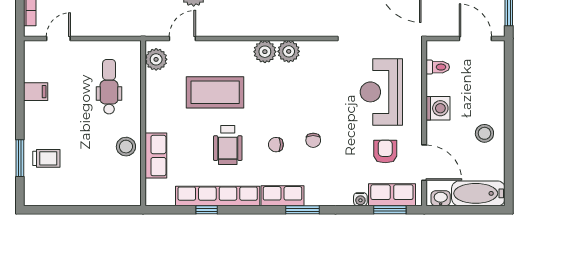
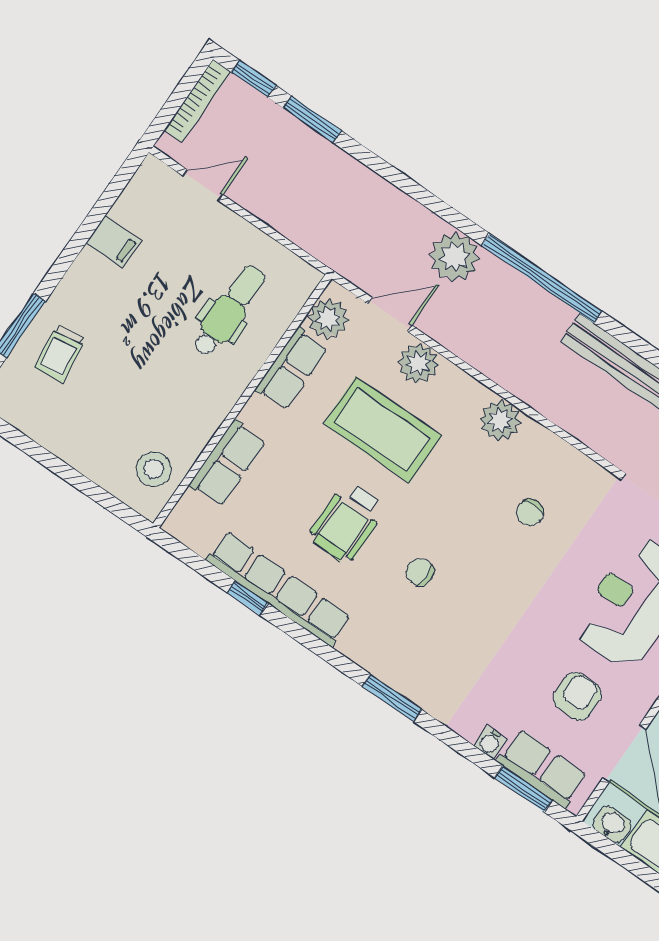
plant: (289, 51) -> (418, 363), moved
chair: (313, 140) -> (530, 512), moved
stool: (126, 147) -> (154, 469), moved
trolley: (46, 158) -> (60, 353), turned 83
row of seats: (283, 196) -> (292, 369), moved, turned 90

